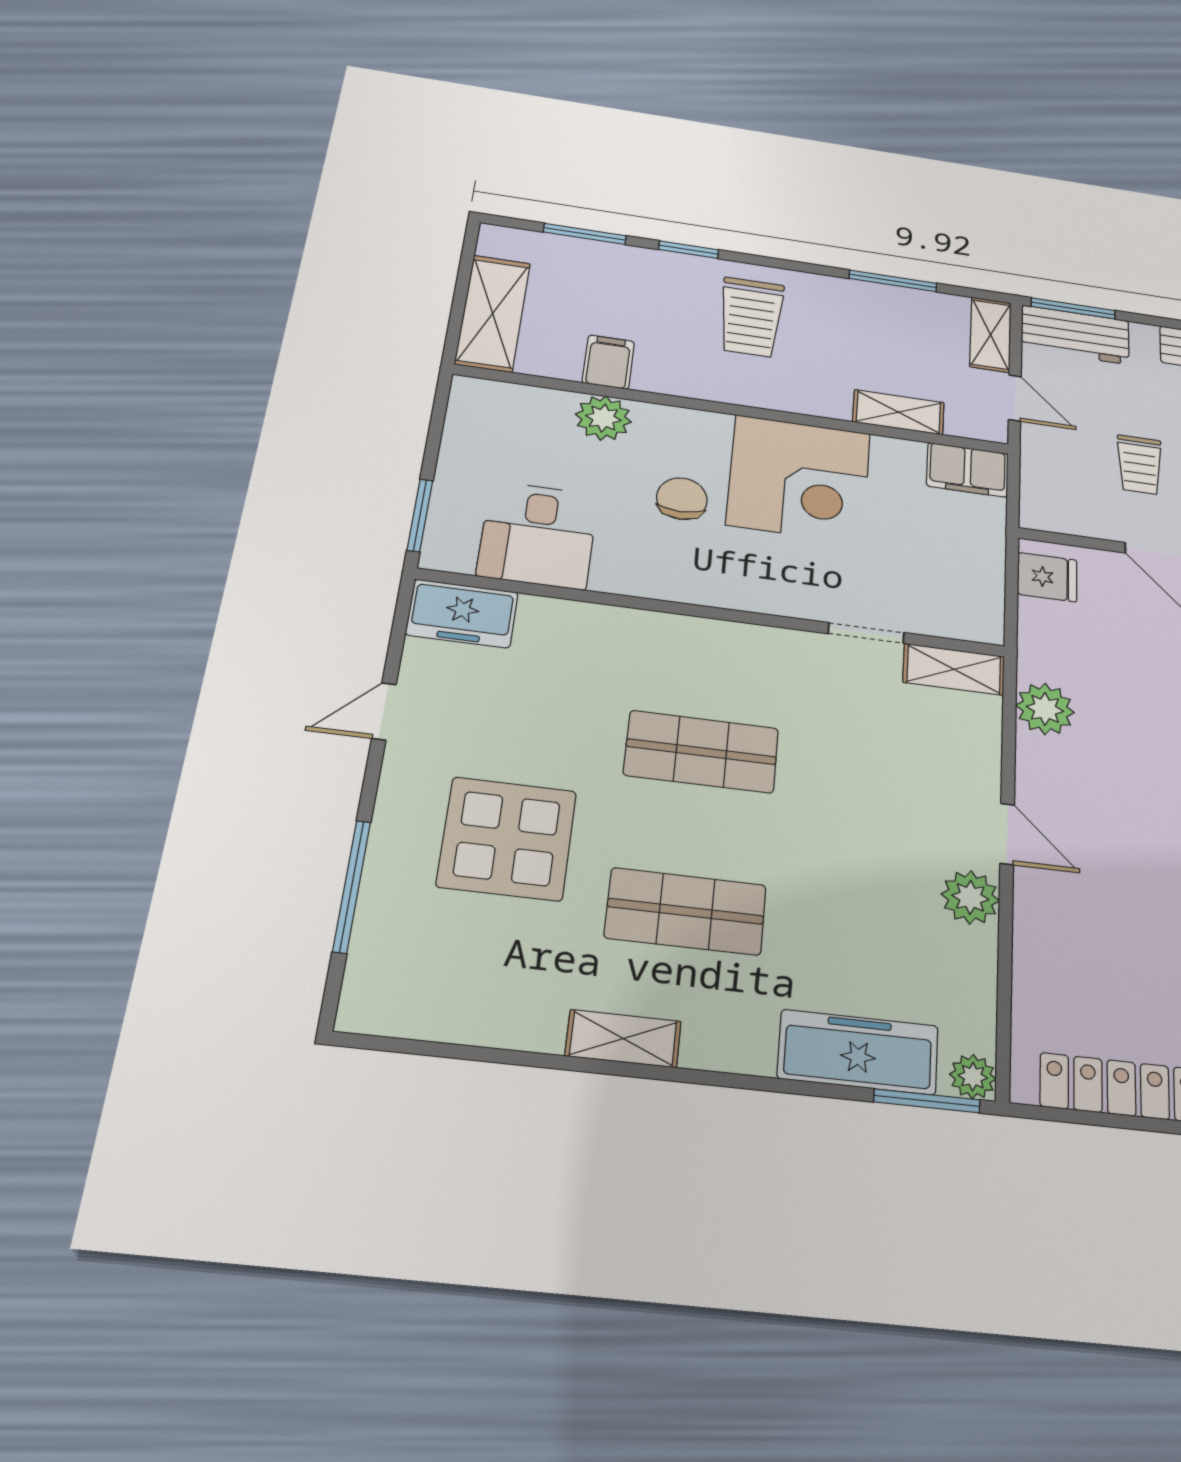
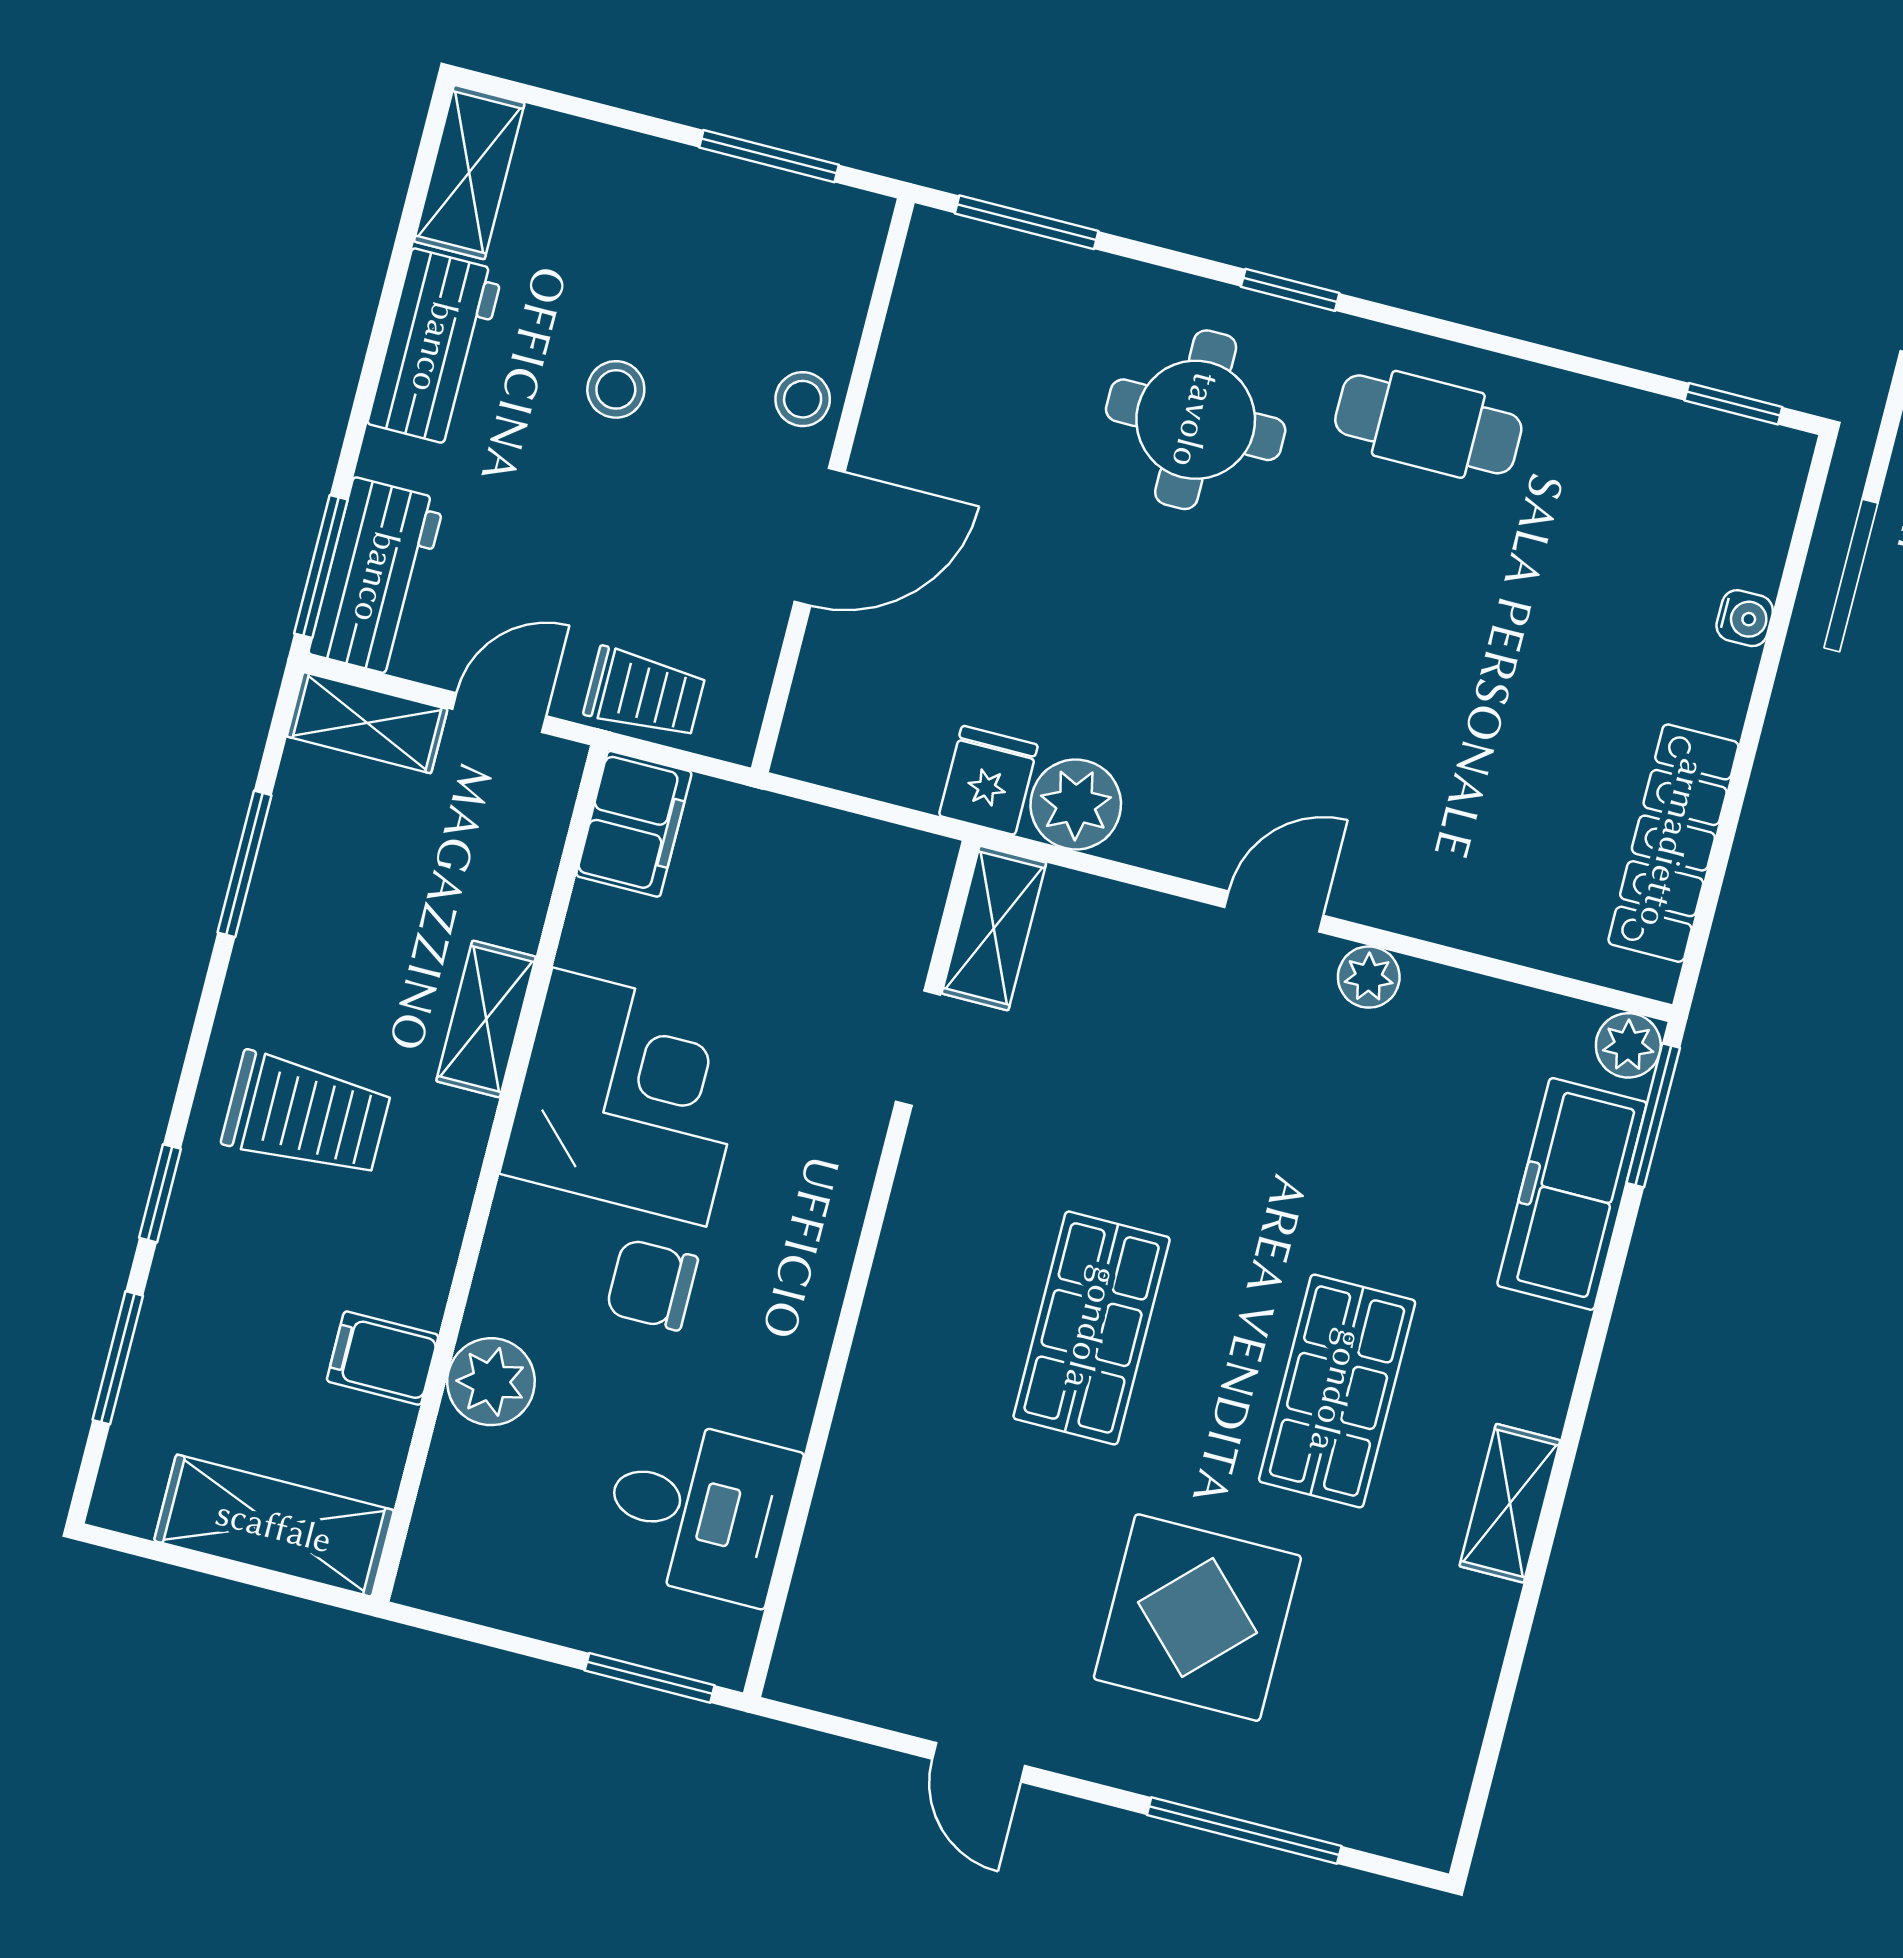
shelving: (898, 412) -> (486, 1019), moved
trolley: (1139, 465) -> (645, 693), moved
fridge: (1047, 577) -> (988, 780), moved
freezer: (462, 613) -> (827, 1636), removed
plant: (970, 897) -> (1369, 977), width x0.73, depth x0.73

